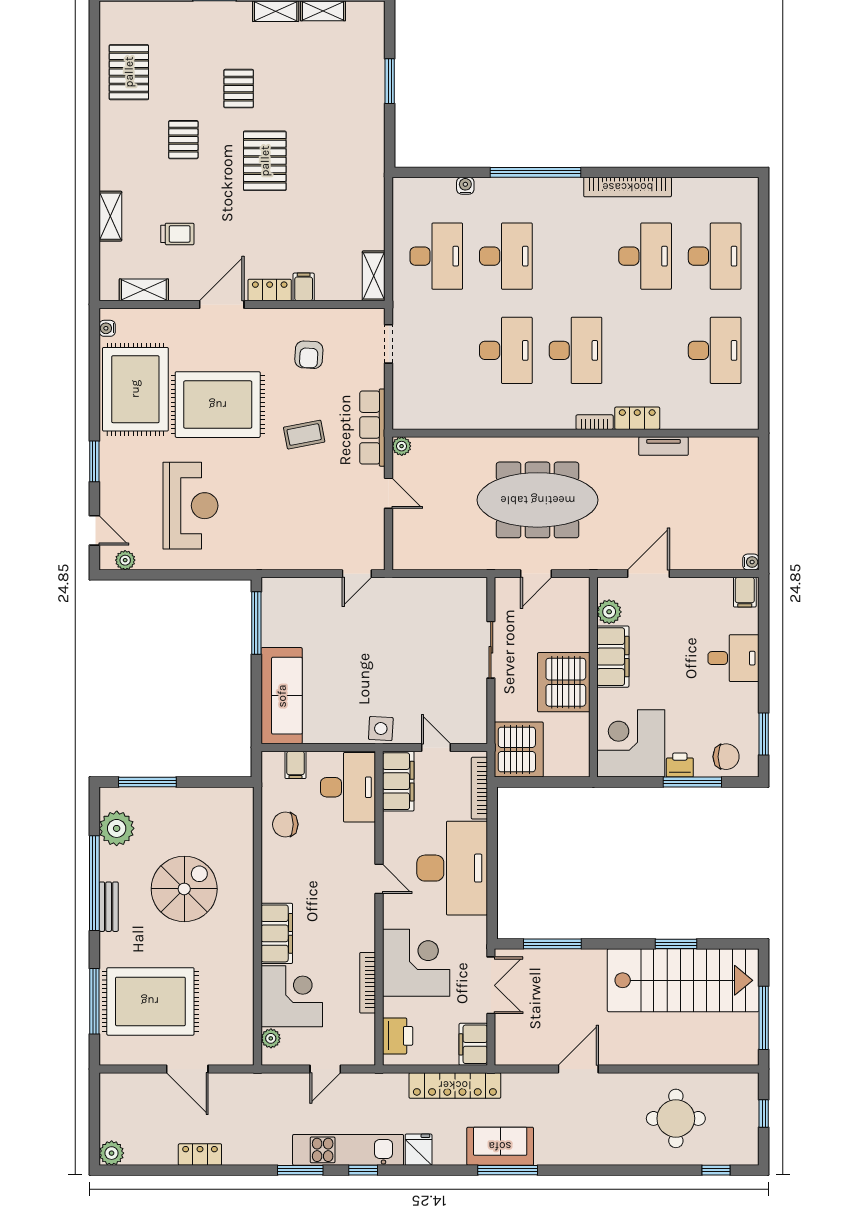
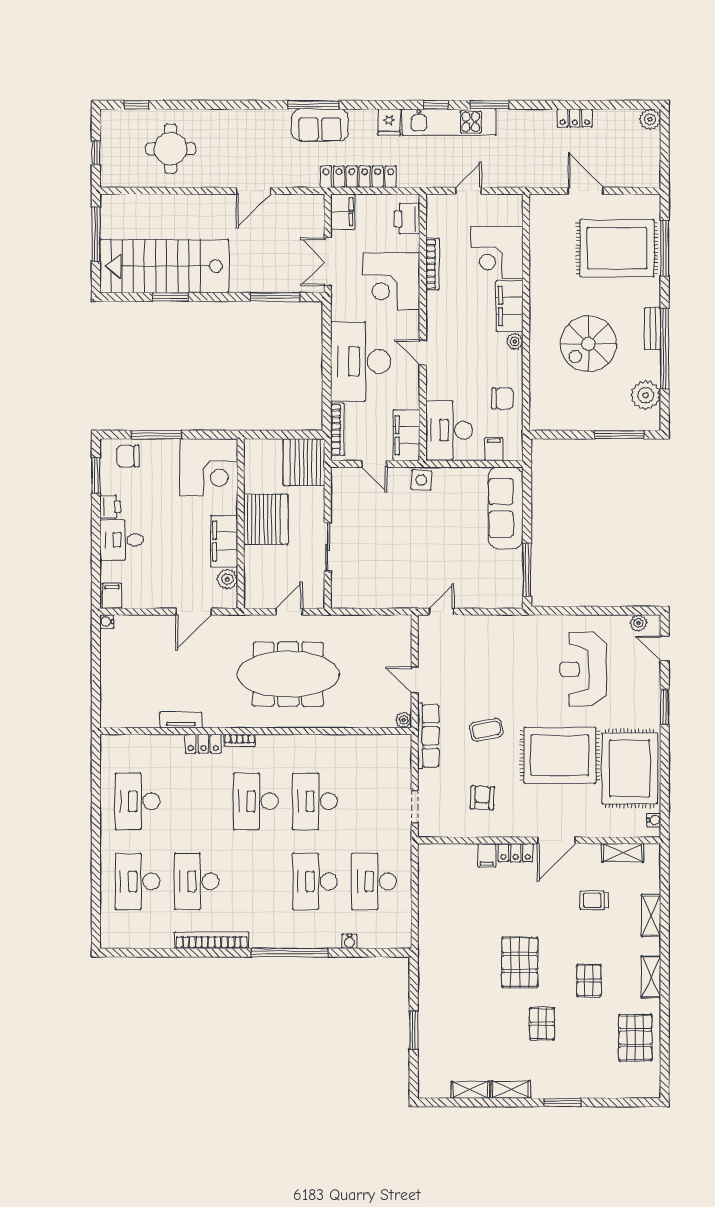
shelving: (374, 276) -> (651, 977), moved
printer: (680, 765) -> (110, 507), moved, turned -90
plant: (271, 1038) -> (515, 341), moved

